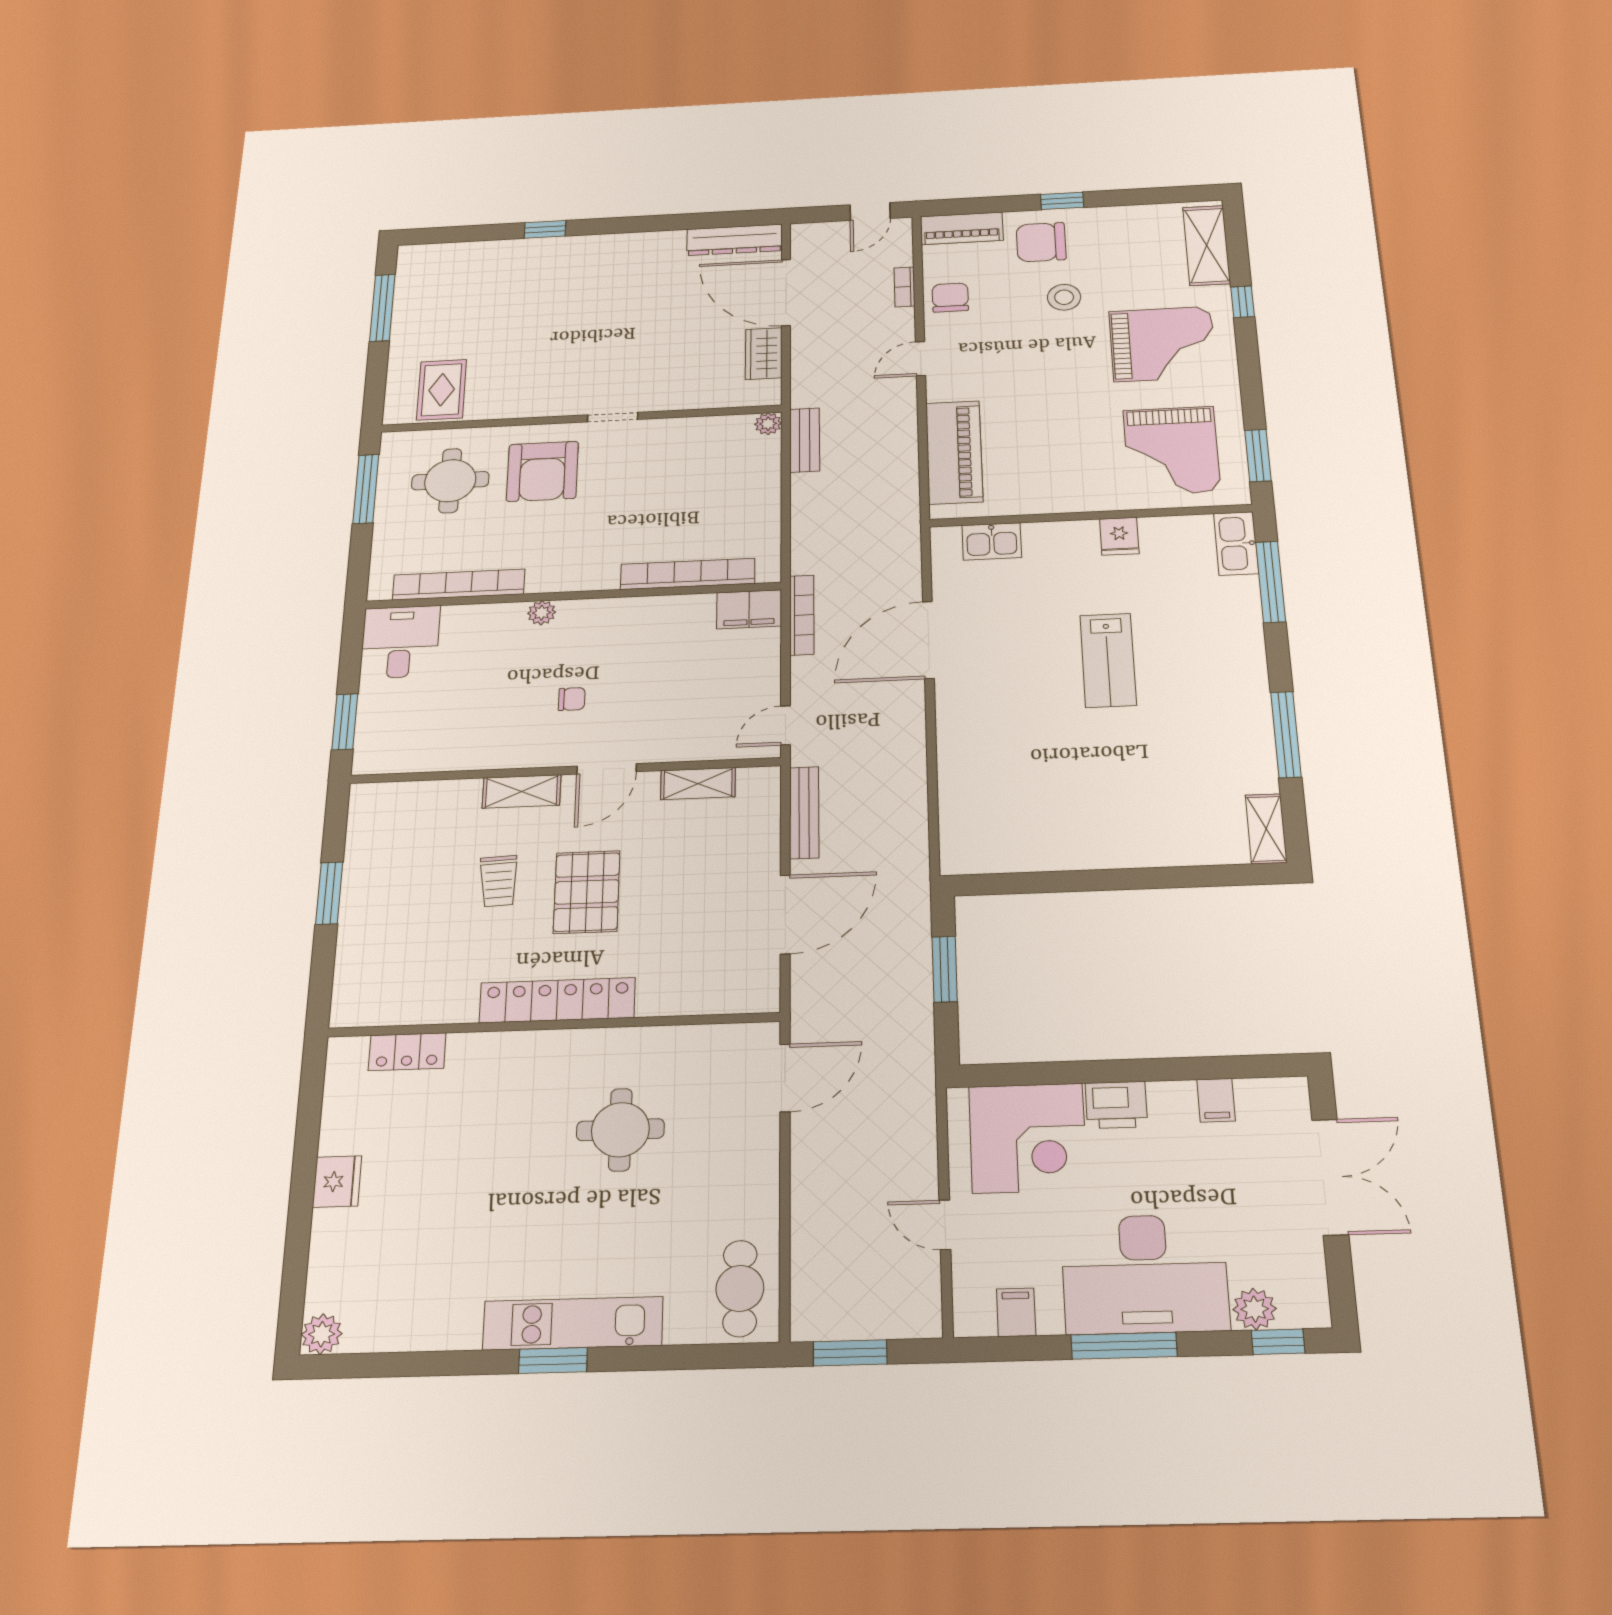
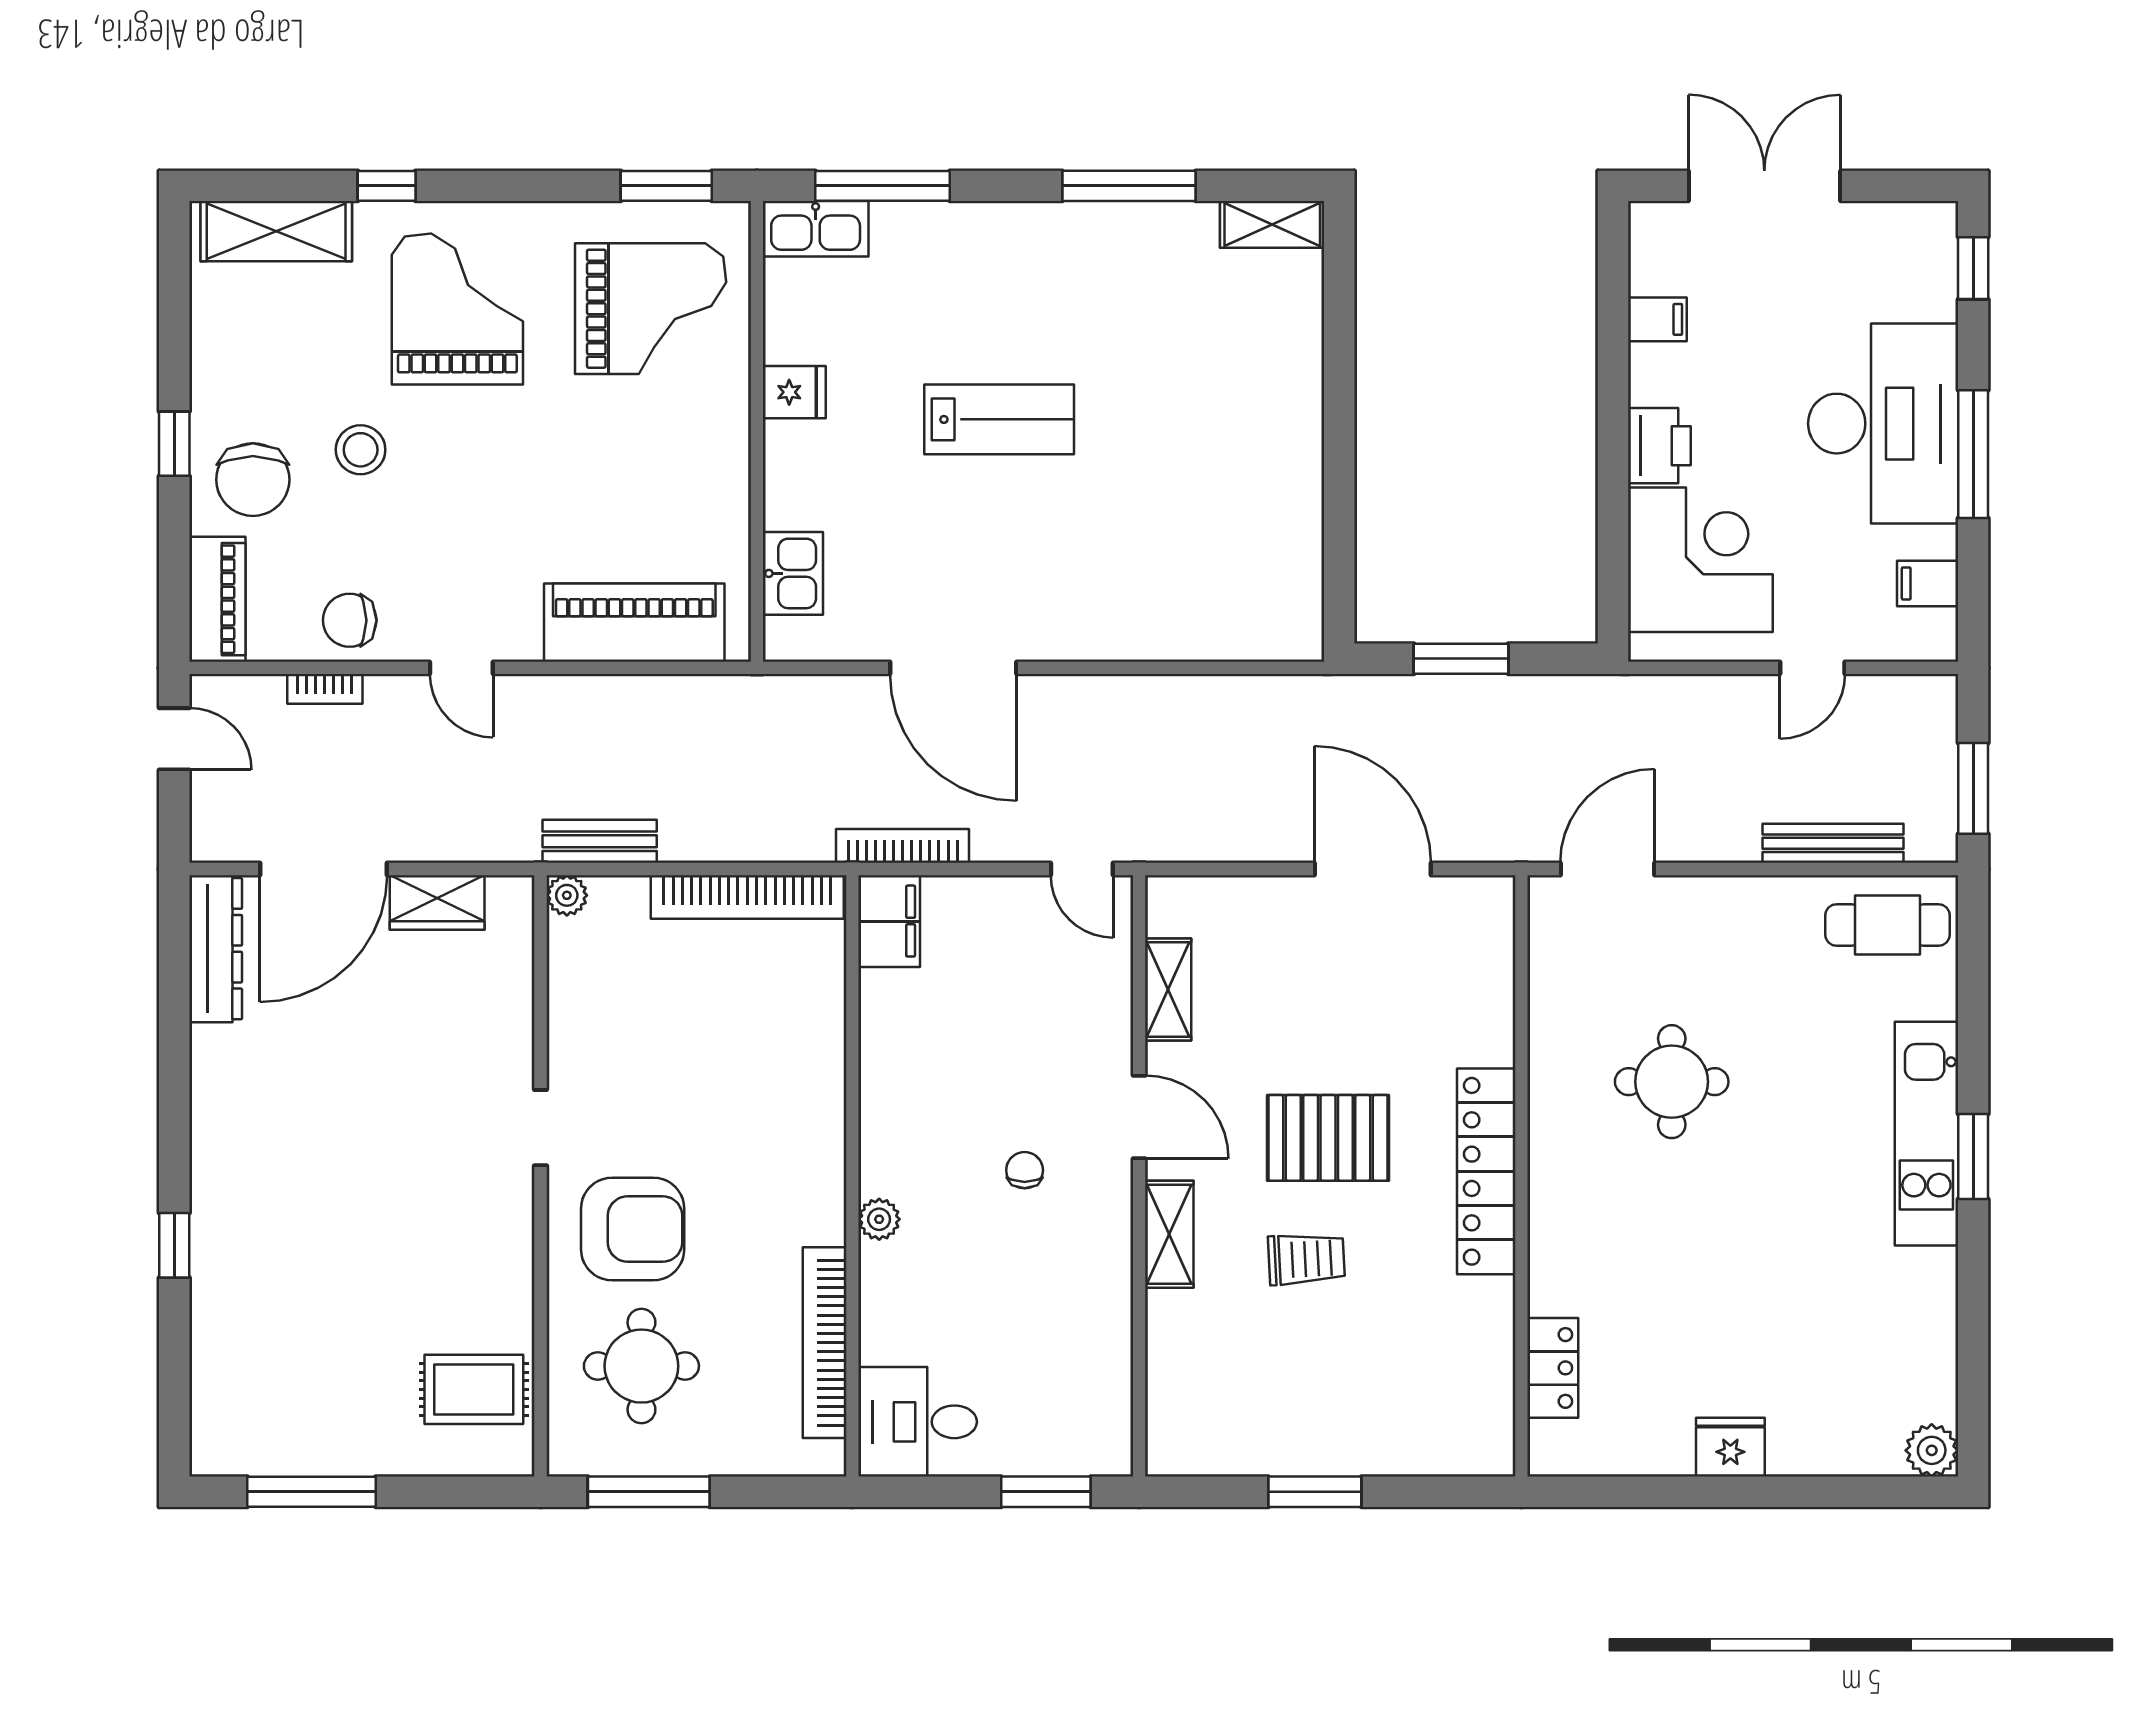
bookcase: (688, 574) -> (747, 897), moved, turned -90
bench: (804, 812) -> (1833, 843), moved
door: (785, 1078) -> (1607, 869), hinge flipped
plant: (1255, 1309) -> (1932, 293), removed

